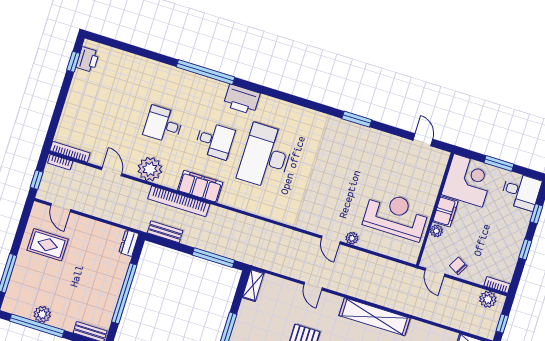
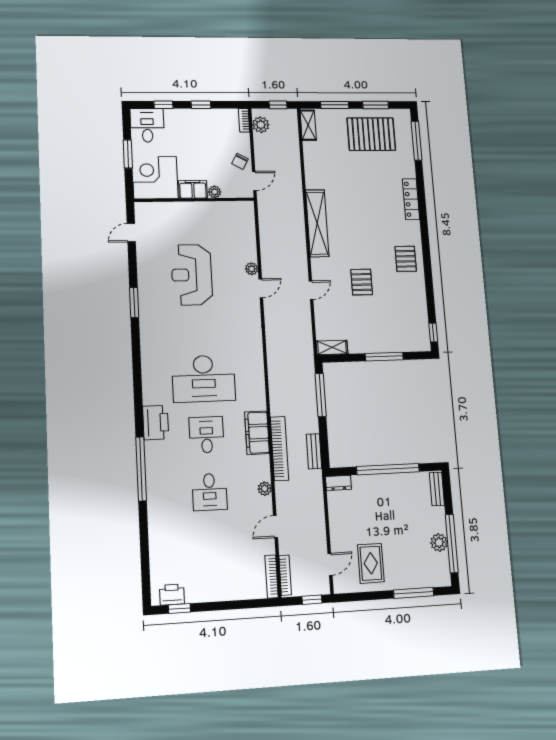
bookcase: (60, 162) -> (285, 575), width x1.56
plant: (150, 169) -> (265, 489), width x0.53, depth x0.53
reception desk: (396, 216) -> (192, 275), moved

